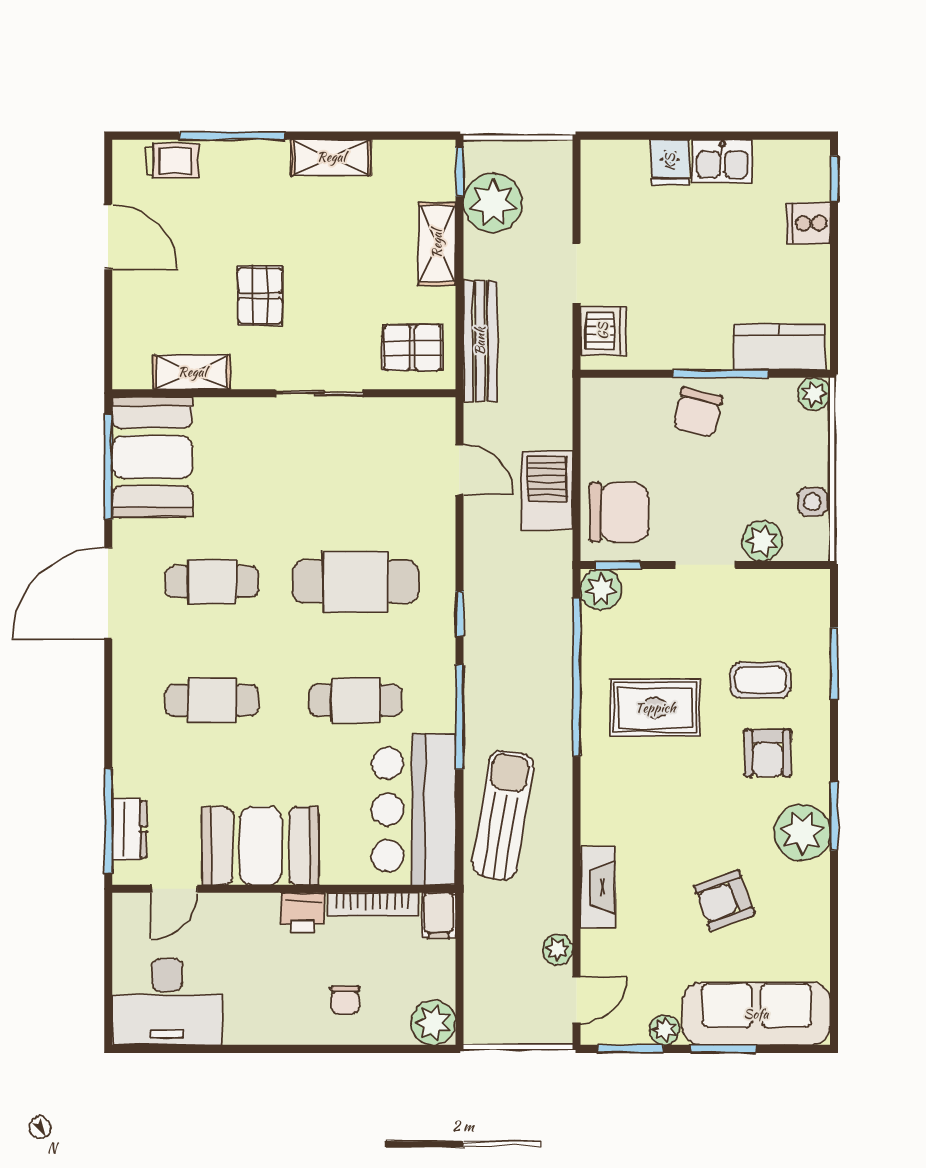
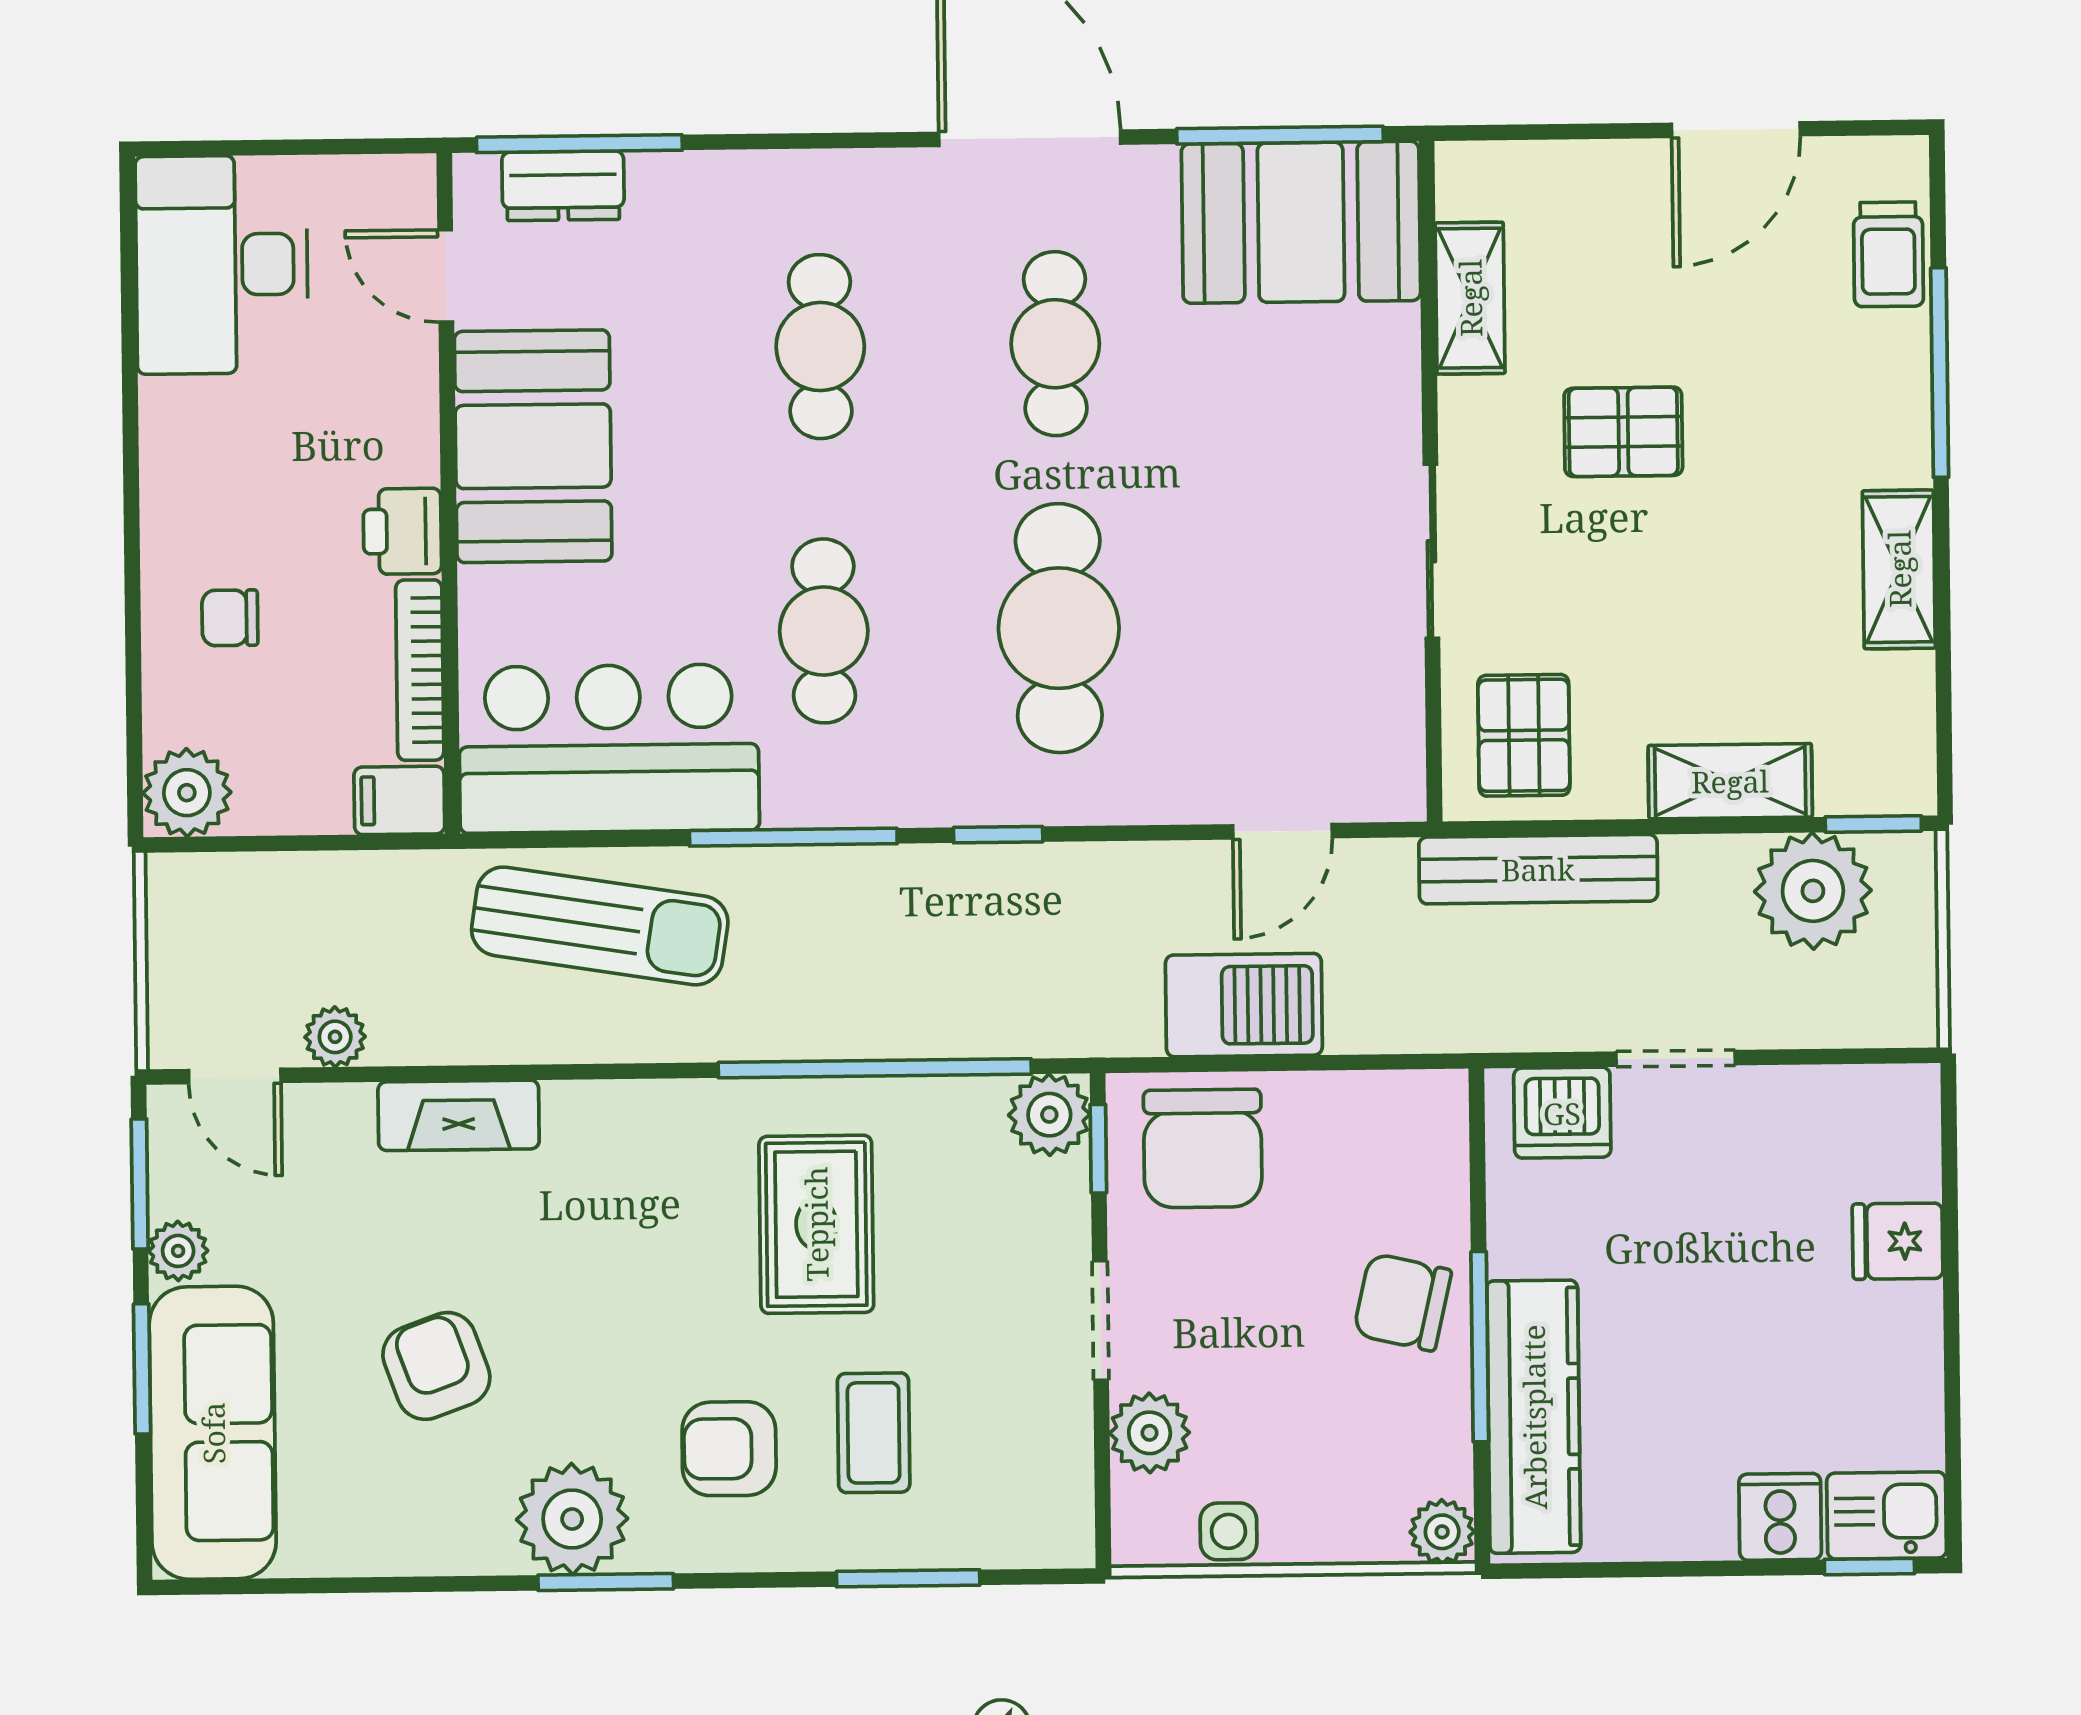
kitchen sink: (722, 161) -> (1887, 1516), moved, turned 90
kitchen counter: (779, 347) -> (1534, 1417), width x1.50

